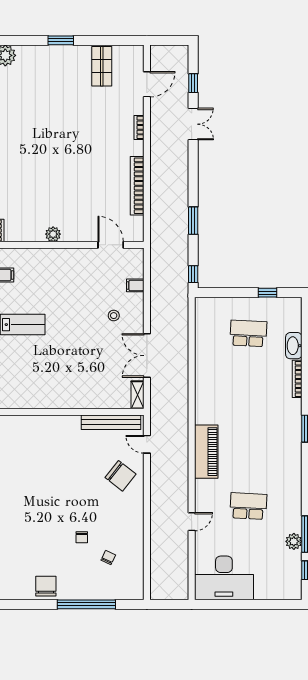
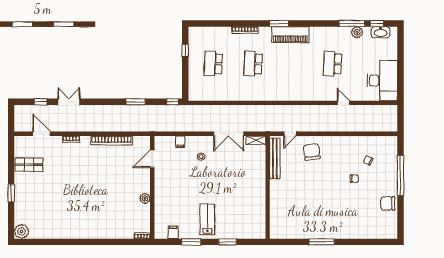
washbasin: (294, 346) -> (381, 32), moved
school desk: (248, 391) -> (253, 64), added
piano: (206, 452) -> (290, 35), moved, turned 180
chair: (121, 476) -> (312, 152), turned -45

